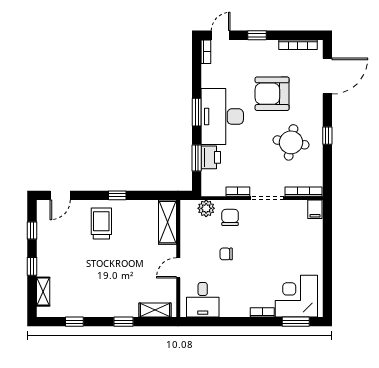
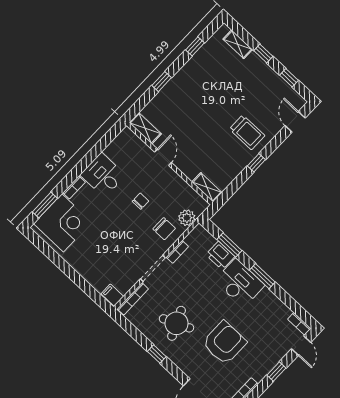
desk: (222, 117) -> (240, 283), width x0.73, depth x0.77
round table: (291, 142) -> (177, 323), turned -34
shelving: (167, 222) -> (207, 187), width x0.67, depth x0.75
desk: (203, 300) -> (103, 175), moved
shelving: (155, 310) -> (145, 128), moved, turned 90

